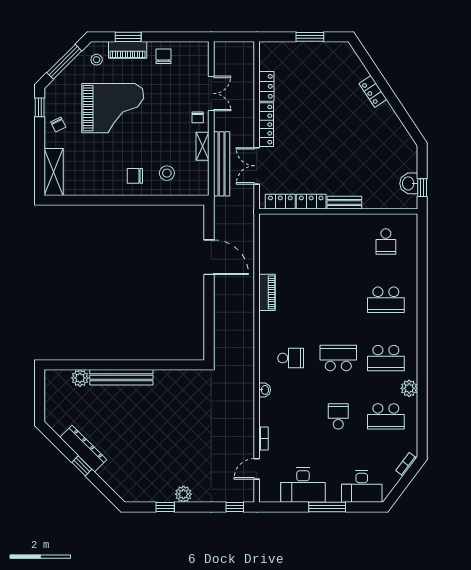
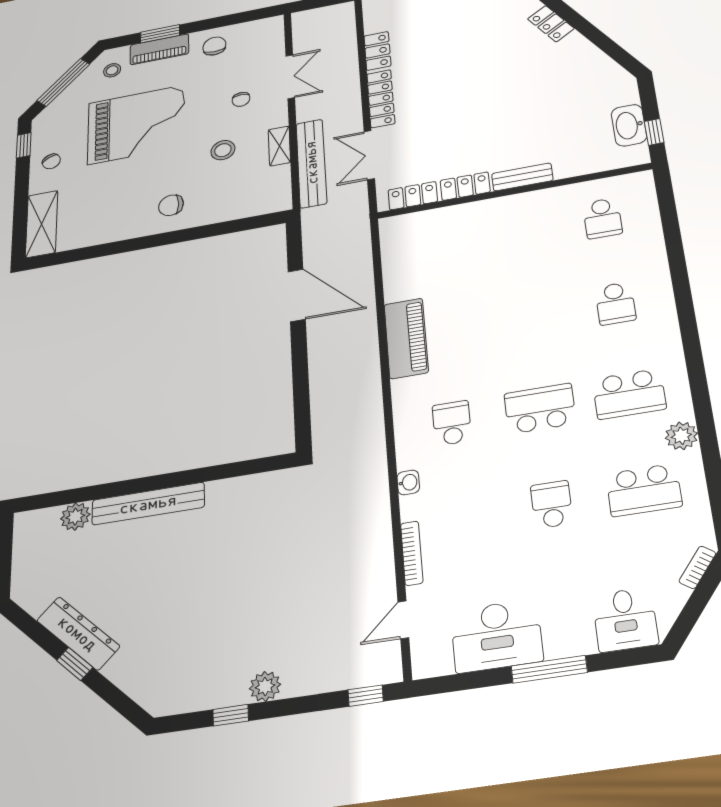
chair: (198, 117) -> (241, 99), moved
stool: (167, 173) -> (223, 150), moved
washbasin: (409, 183) -> (629, 125), width x1.38
piano: (267, 292) -> (406, 338), width x1.37, depth x1.33
school desk: (386, 300) -> (615, 303), width x0.54
school desk: (291, 358) -> (452, 423), turned -90
bookcase: (264, 438) -> (412, 553), width x1.56
desk: (362, 487) -> (625, 620), width x0.73

